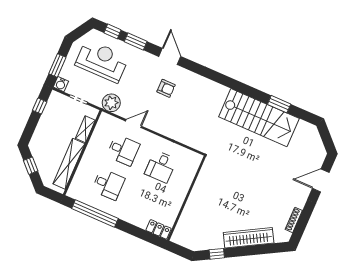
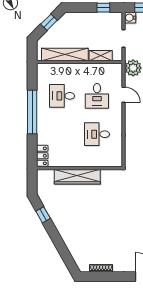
desk: (108, 184) -> (62, 96), turned 90
window: (95, 213) -> (32, 112), moved
wardrobe: (249, 238) -> (77, 177), moved, turned 119

